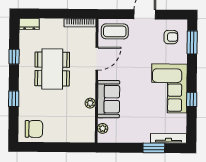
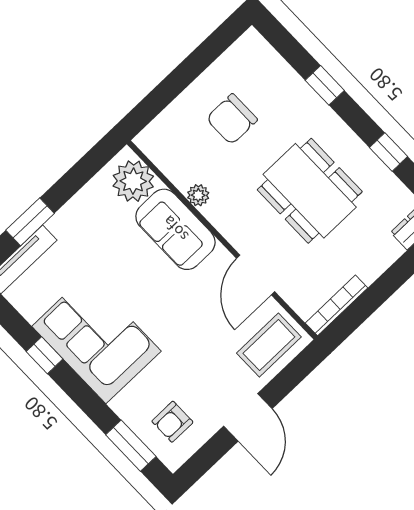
plant: (103, 128) -> (133, 181), width x1.87, depth x1.87
chair: (34, 129) -> (232, 119), moved

